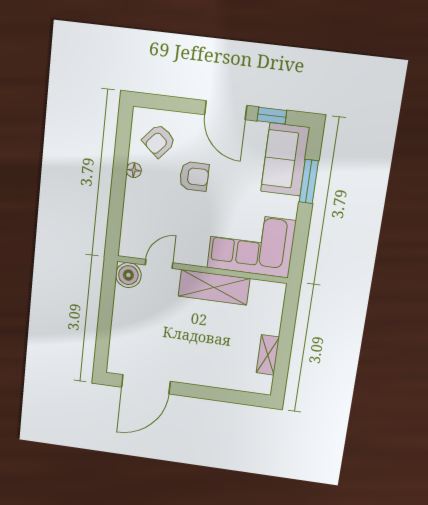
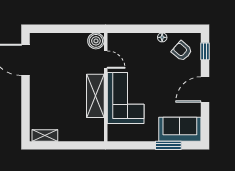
window: (272, 116) -> (205, 51), moved
armchair: (194, 176) -> (163, 75), removed
corner sofa: (251, 244) -> (126, 98), moved
shelving: (268, 355) -> (45, 135), moved

